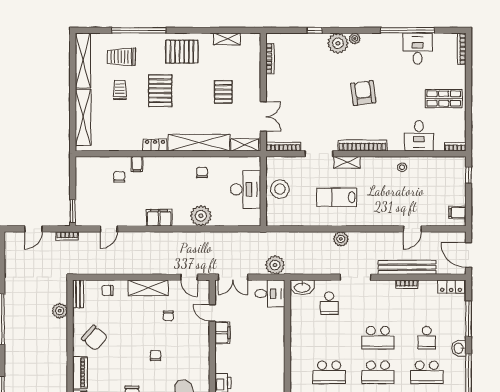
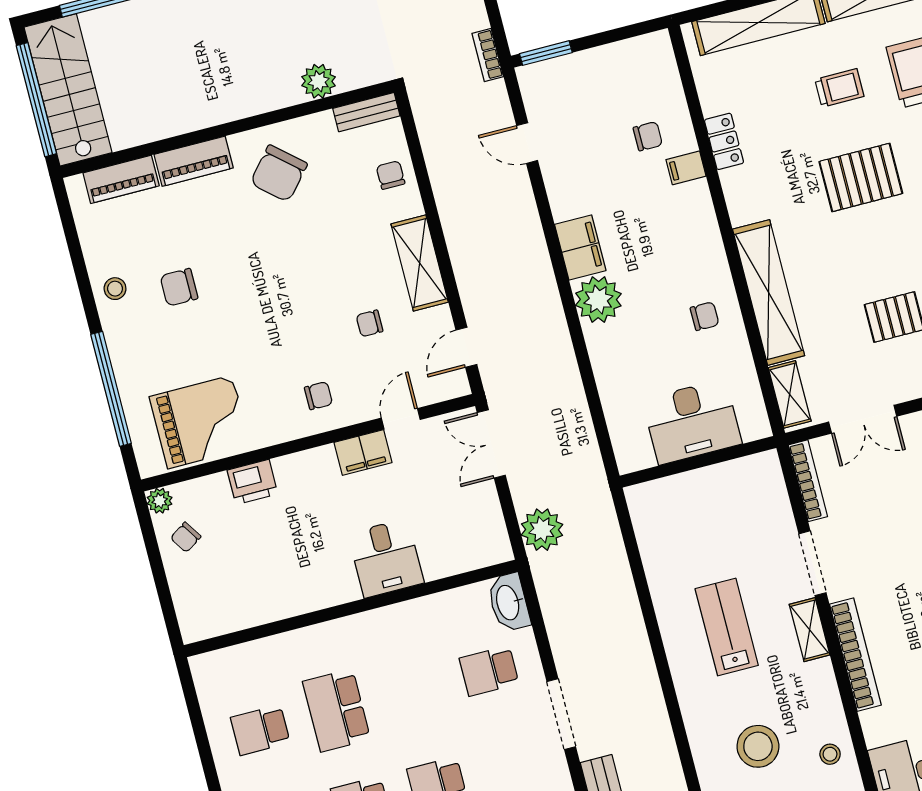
locker: (155, 145) -> (724, 141), moved
stool: (280, 189) -> (758, 746), moved
plant: (201, 216) -> (598, 300), moved
plant: (341, 239) -> (637, 660), removed
desk: (270, 294) -> (386, 558), moved
chair: (155, 356) -> (318, 396), moved

